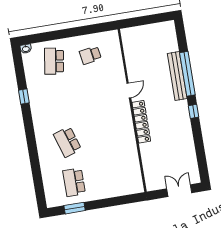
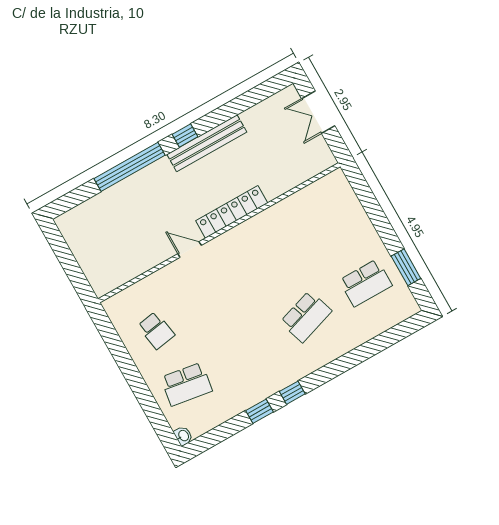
bench: (177, 76) -> (207, 143), moved
window: (28, 119) -> (292, 393), added

